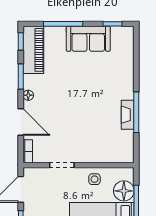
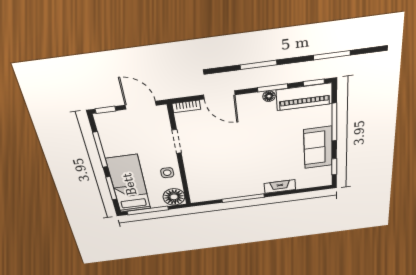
floor lamp: (28, 95) -> (269, 96), moved
fireplace: (128, 115) -> (280, 186), moved
door: (21, 122) -> (219, 95), hinge flipped
floor lamp: (124, 191) -> (174, 197), moved

